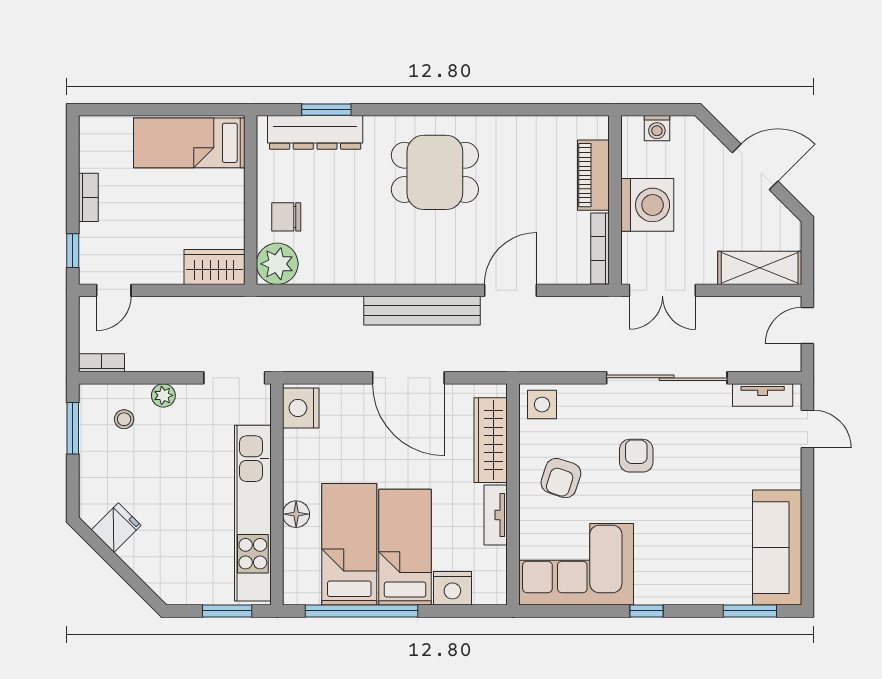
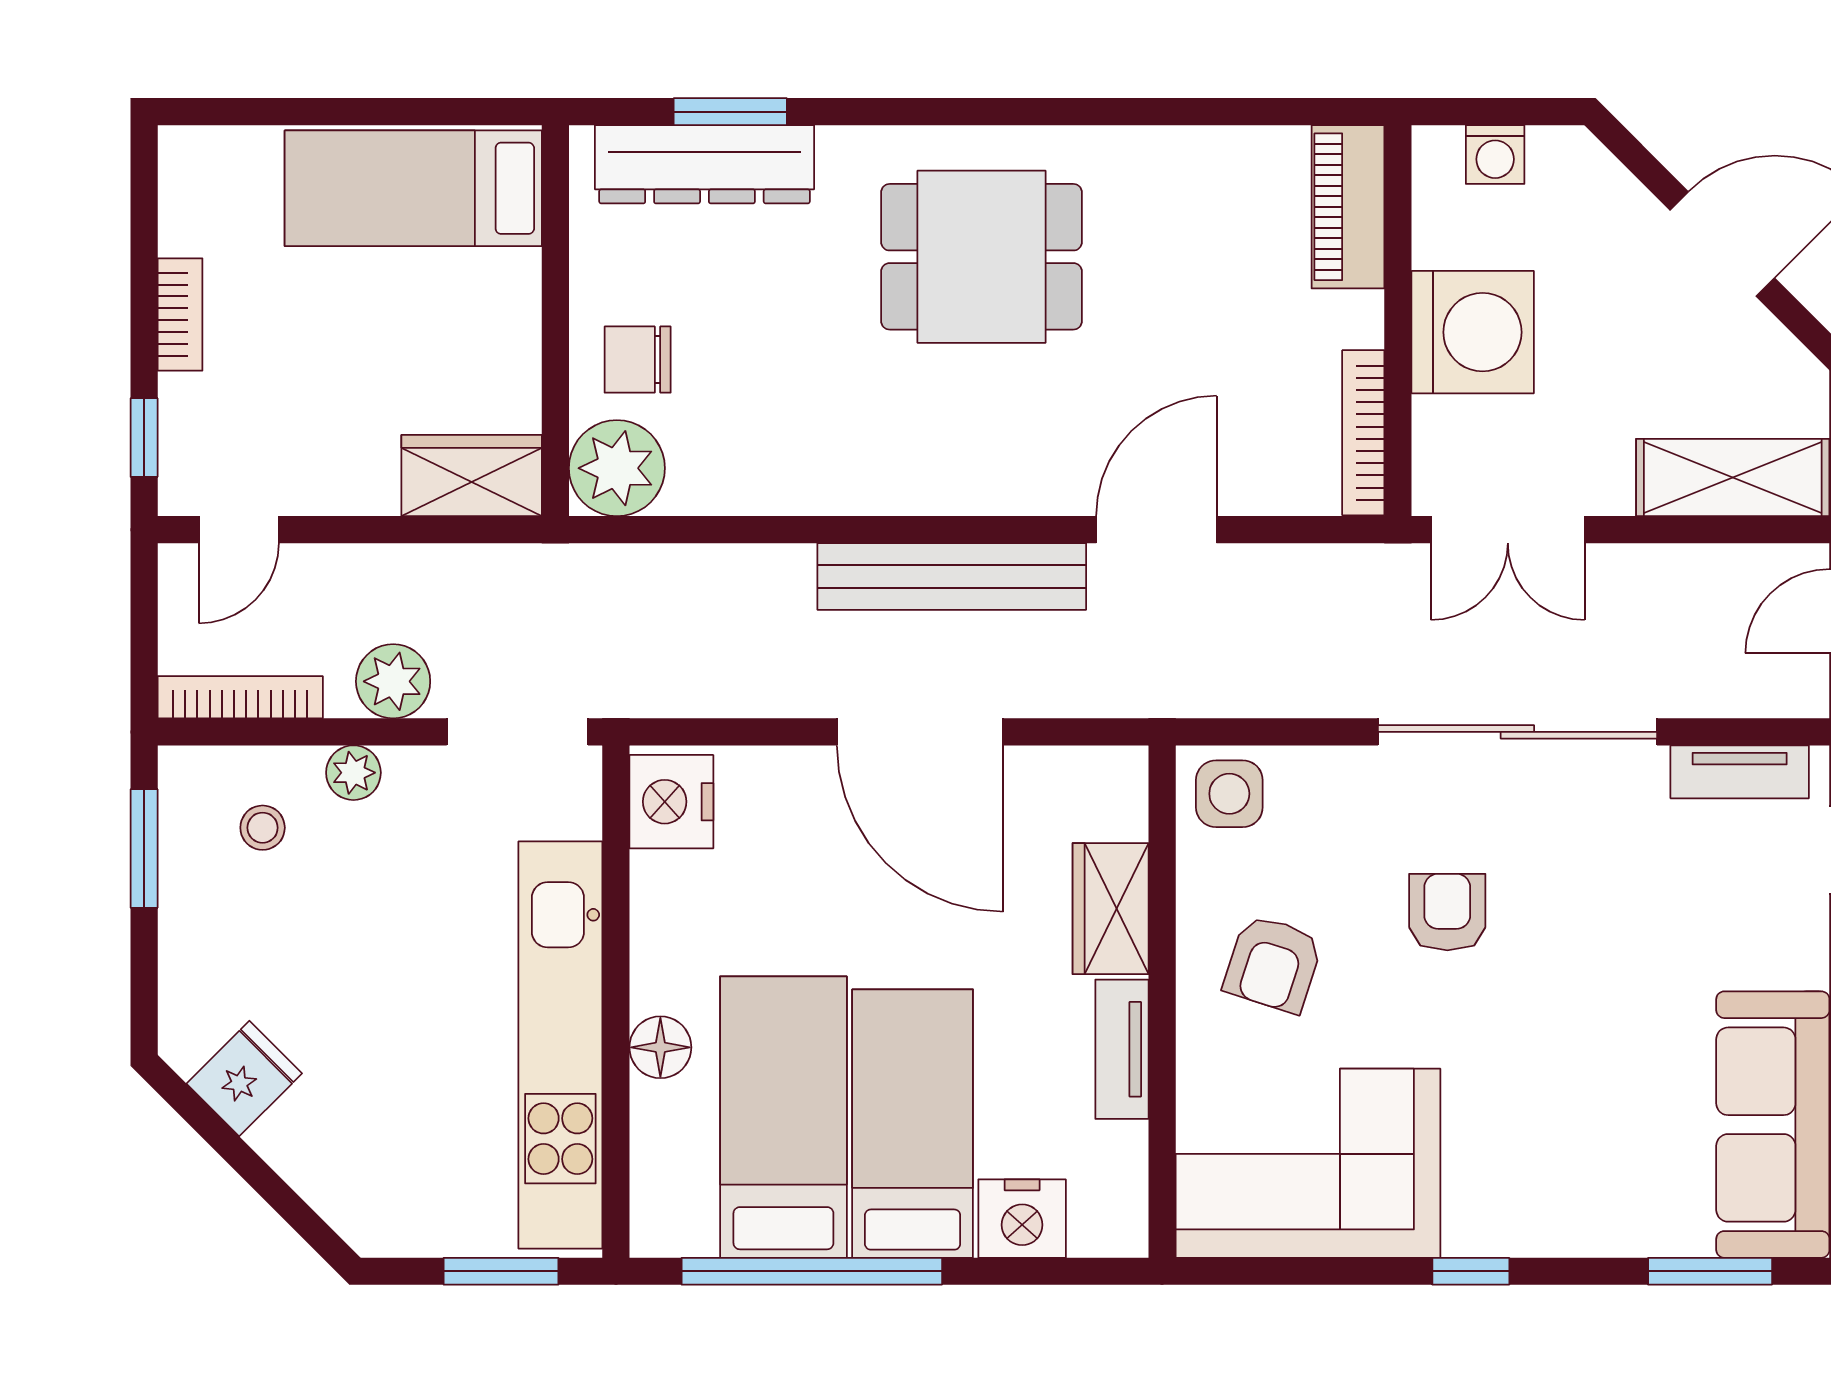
piano: (593, 175) -> (1348, 207), moved
plant: (180, 356) -> (393, 681), added
bookcase: (102, 363) -> (240, 697), width x1.56
wardrobe: (491, 440) -> (1111, 909), width x0.67

